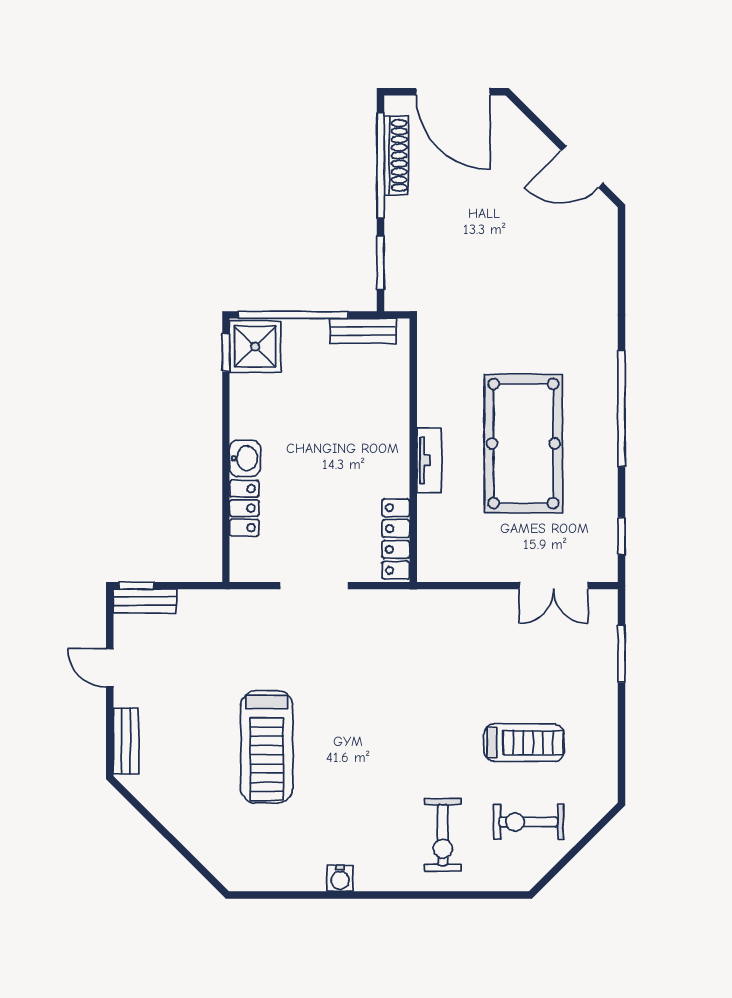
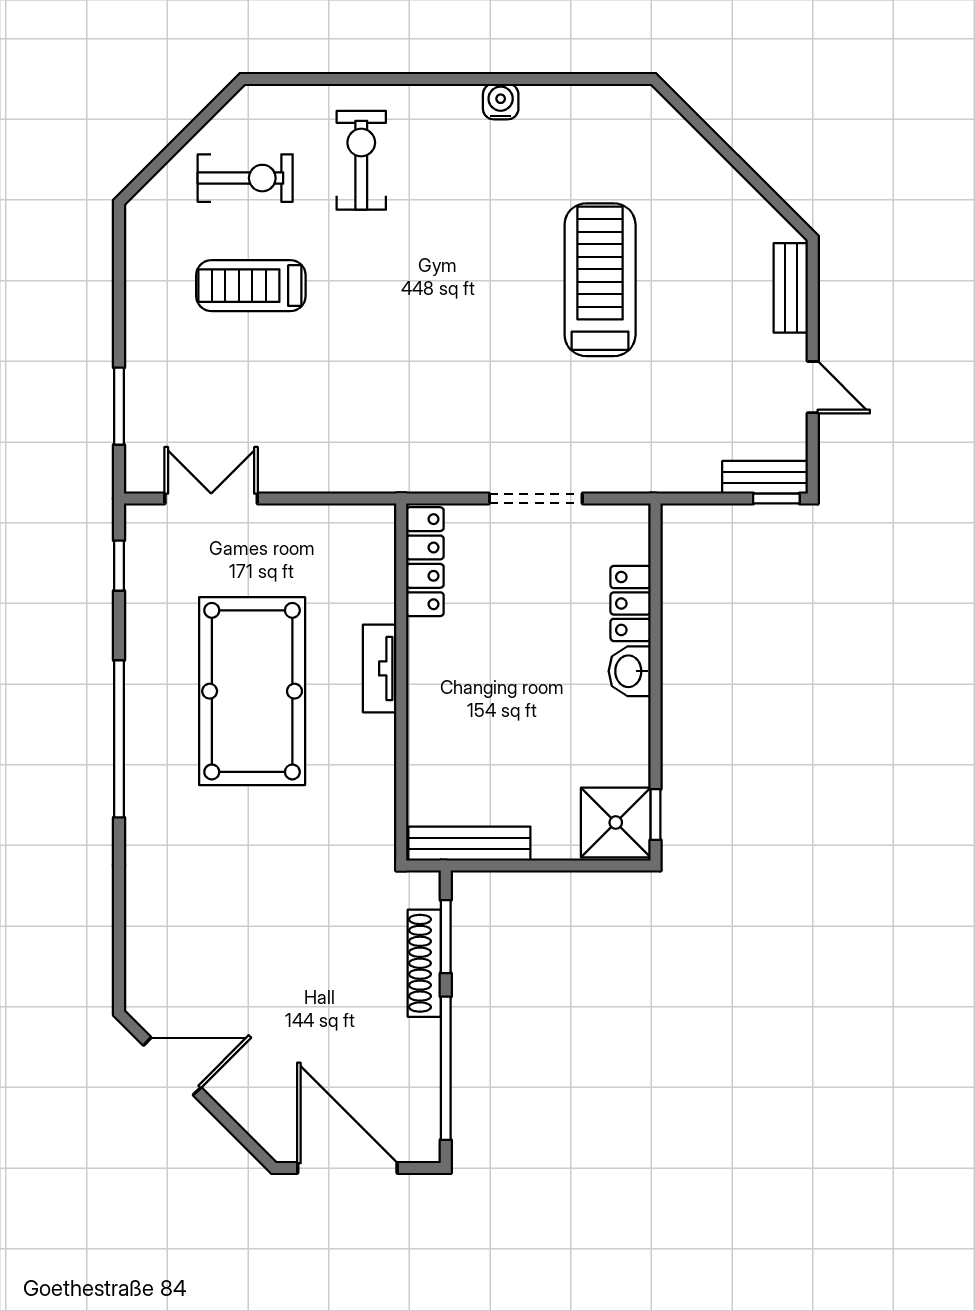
shoe rack: (396, 155) -> (424, 963), moved
window: (293, 315) -> (564, 866), removed
bench: (363, 331) -> (469, 844), width x1.36

